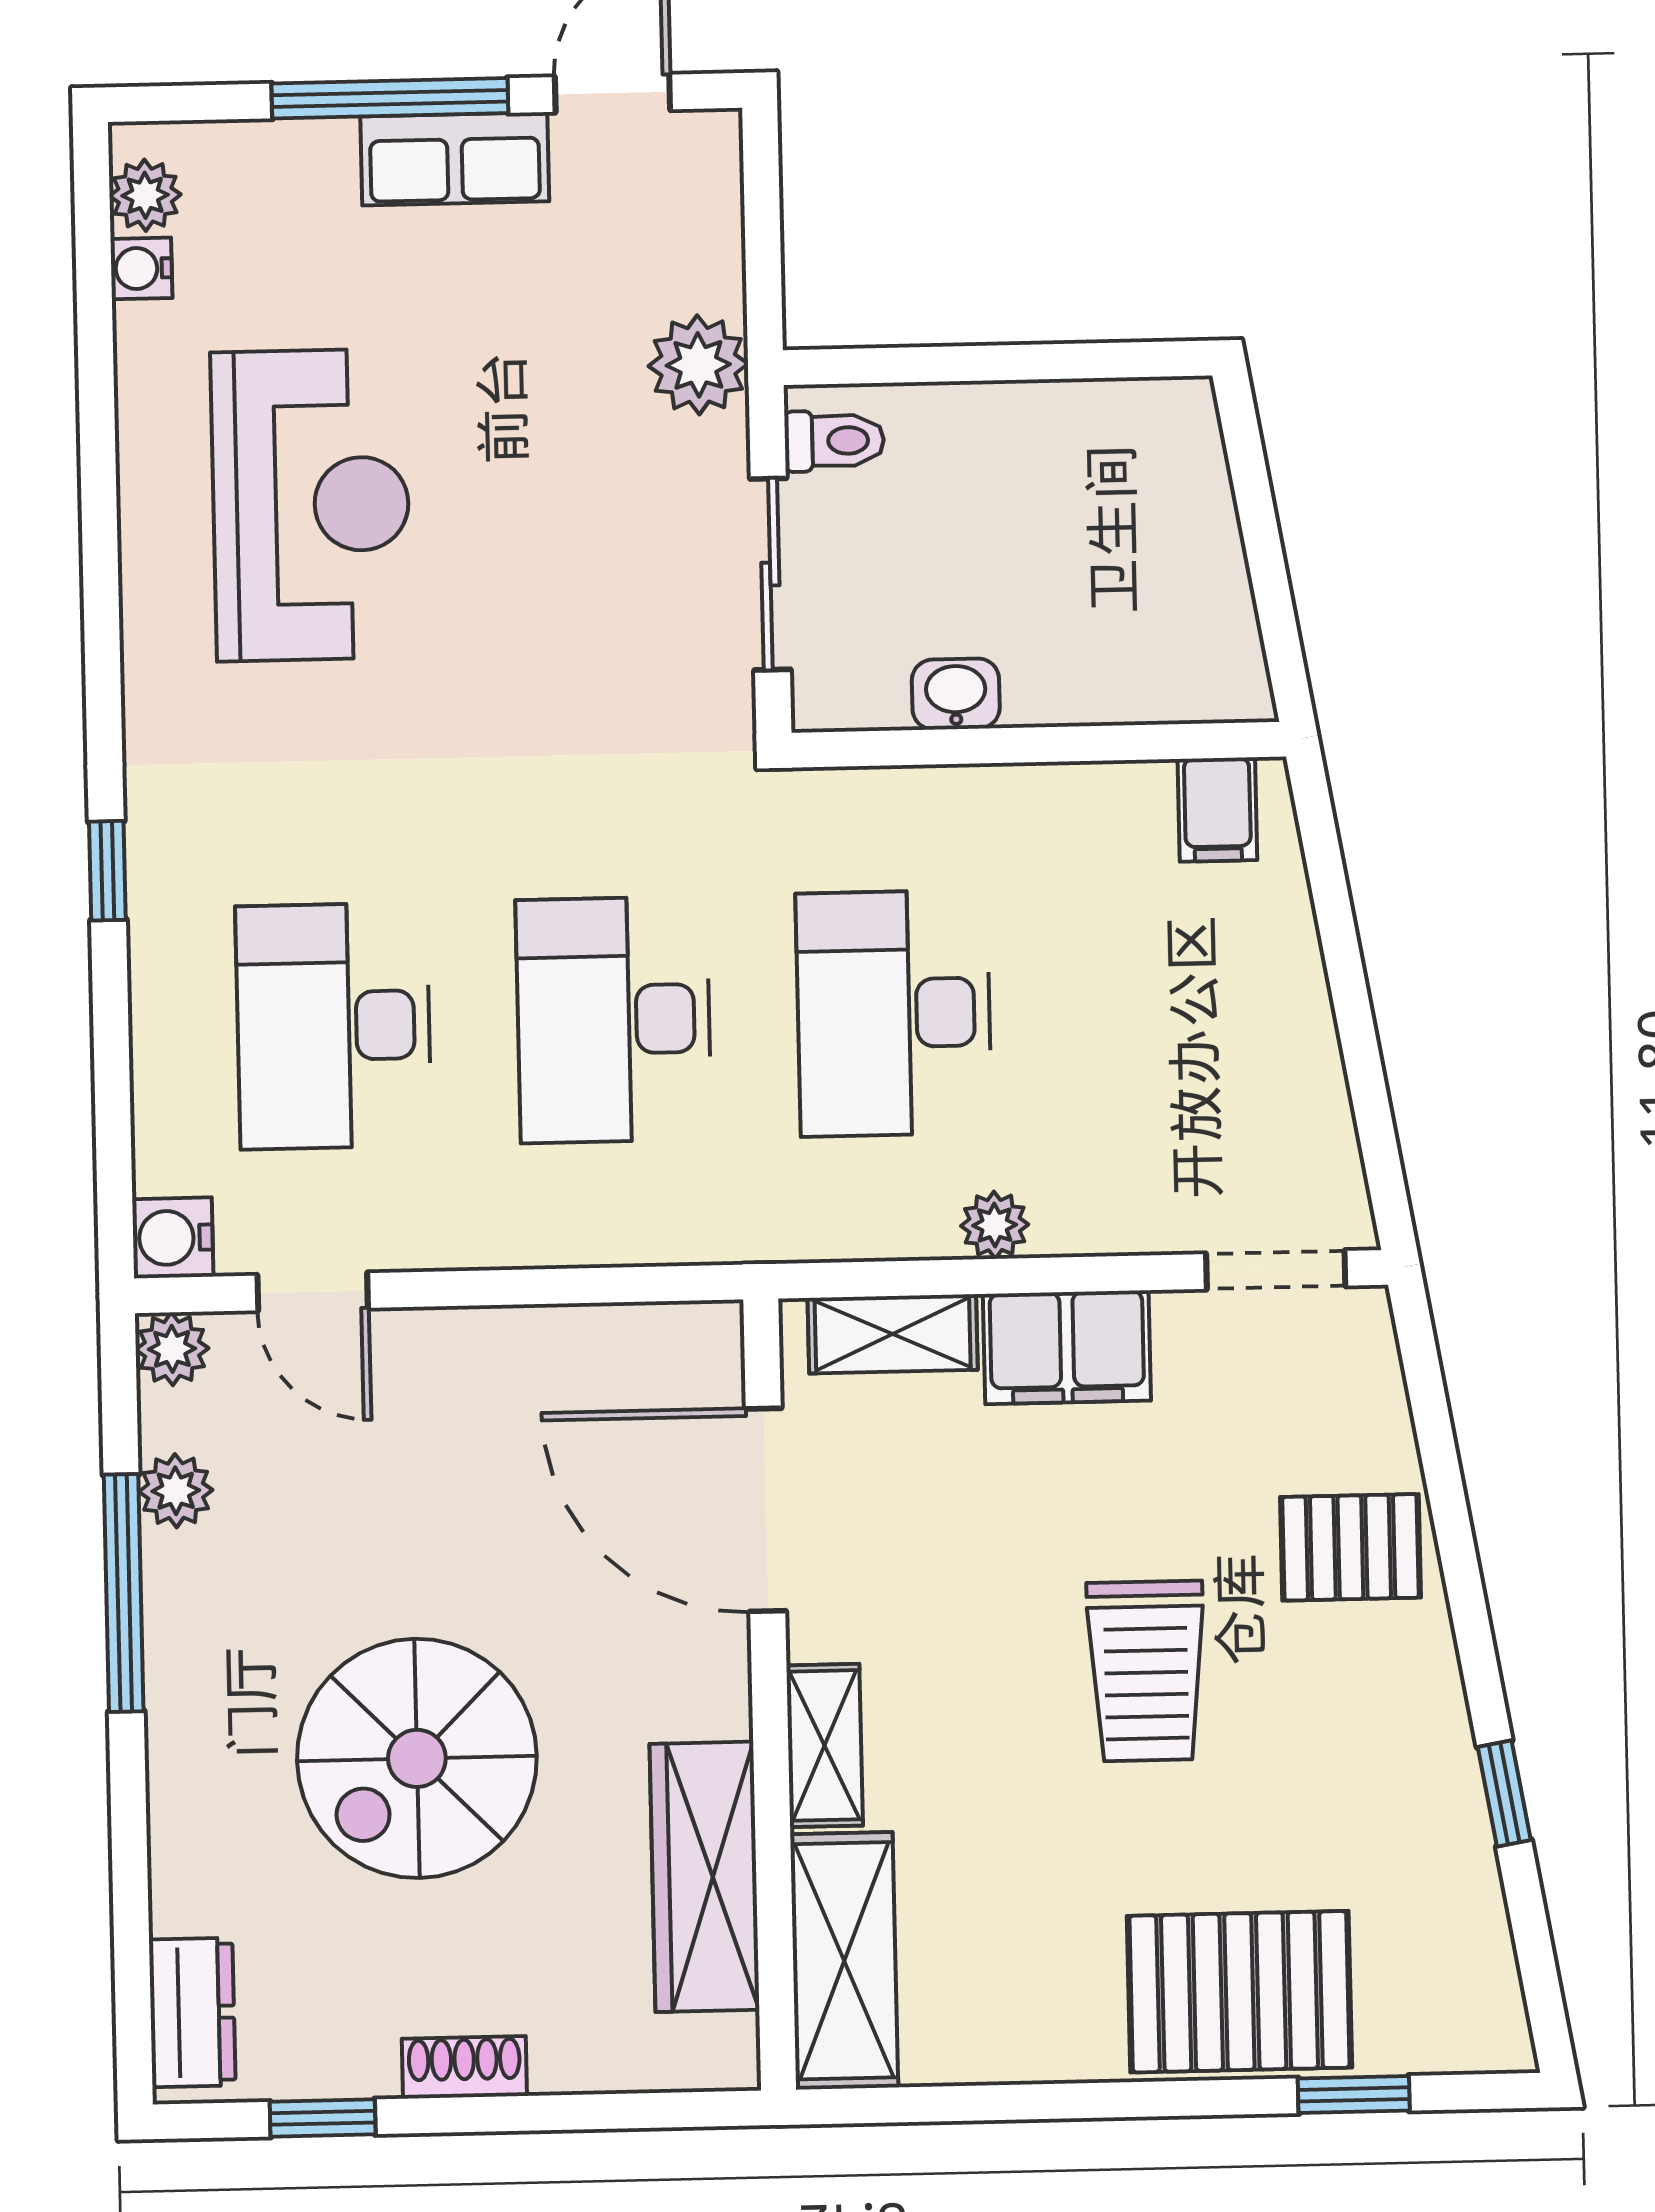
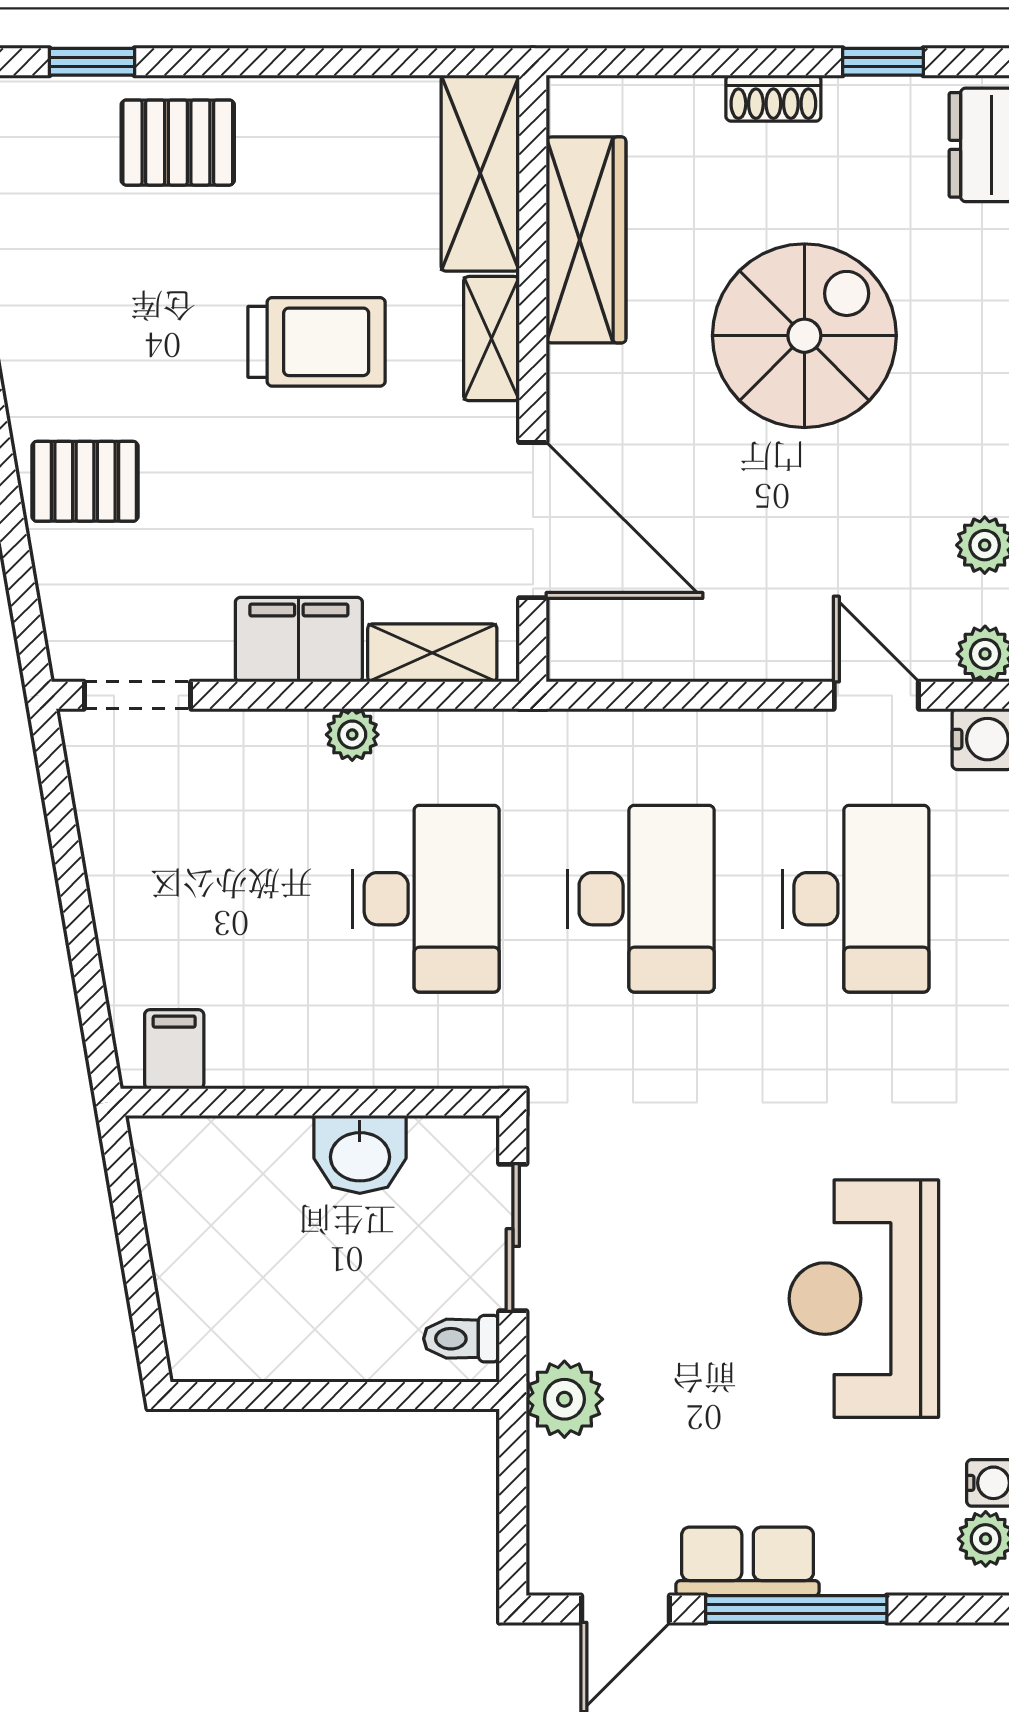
washbasin: (956, 694) -> (360, 1154), width x1.38, depth x1.45
trolley: (1146, 1671) -> (316, 342), moved, turned 90
pallet: (1239, 1992) -> (178, 143), width x0.67, depth x0.71

